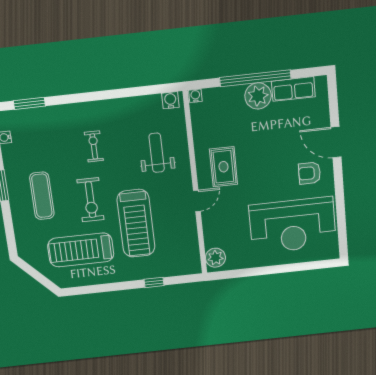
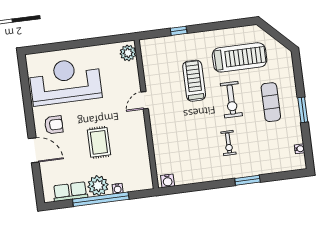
water cooler: (195, 96) -> (118, 189), moved
window: (29, 103) -> (247, 180), moved
weight bench: (157, 153) -> (178, 139), removed
rug: (224, 167) -> (99, 142), moved
exercise bike: (90, 200) -> (231, 100), turned 180
treadmill: (136, 223) -> (194, 81), width x0.73, depth x0.73

